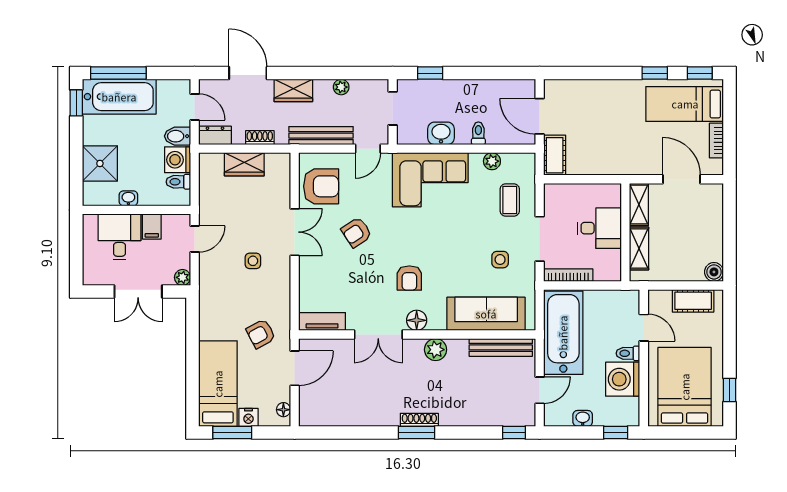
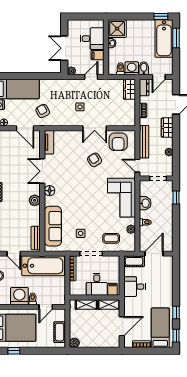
window: (118, 73) -> (176, 38), width x0.69
desk: (604, 154) -> (135, 287), added
shower: (100, 163) -> (117, 29), moved
wardrobe: (244, 164) -> (129, 89), moved
filing cabinet: (609, 197) -> (113, 289), added
door: (195, 239) -> (91, 77), swing flipped
armchair: (409, 278) -> (71, 187), removed
bench: (501, 347) -> (36, 238), width x0.73

